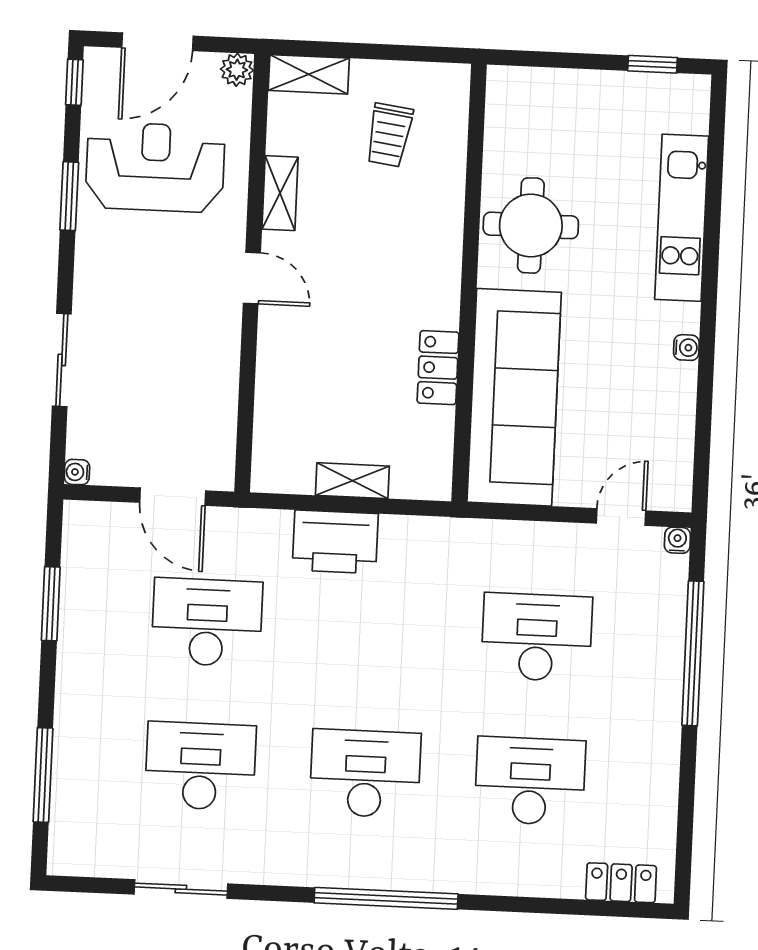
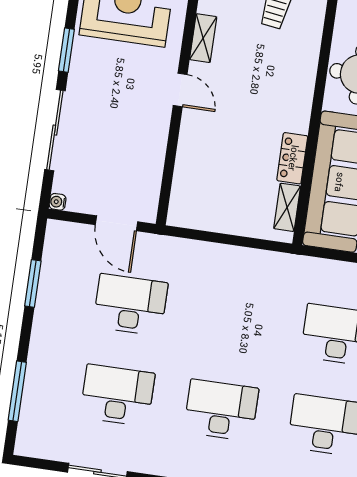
window: (69, 196) -> (66, 50), moved
sliding door: (62, 360) -> (55, 130), width x1.37
shelving: (352, 481) -> (287, 207), moved, turned 90
printer: (335, 542) -> (216, 262), removed

